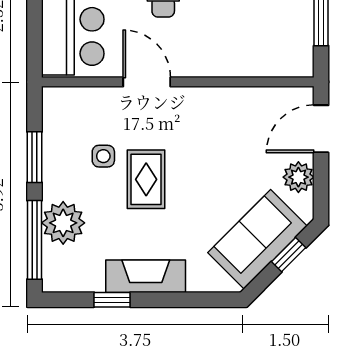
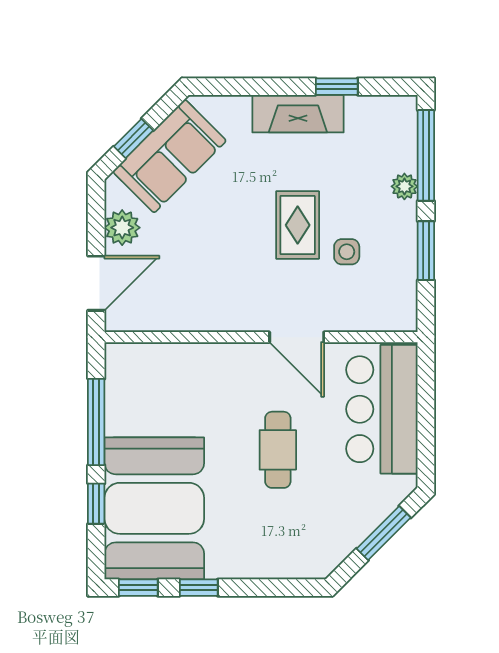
plant: (63, 223) -> (404, 186), width x0.53, depth x0.53

